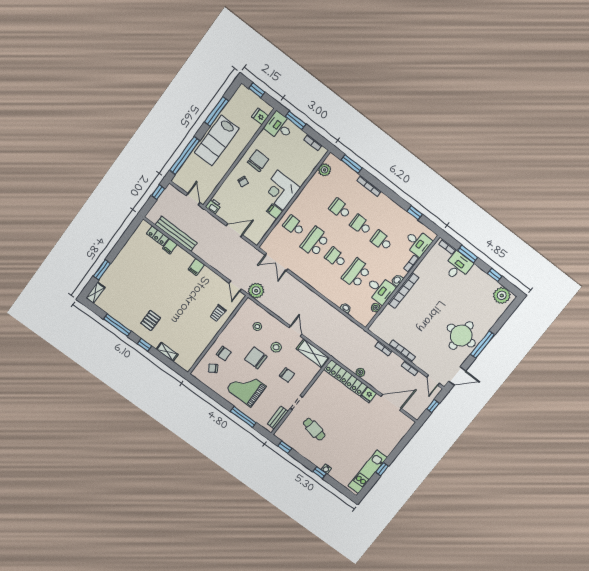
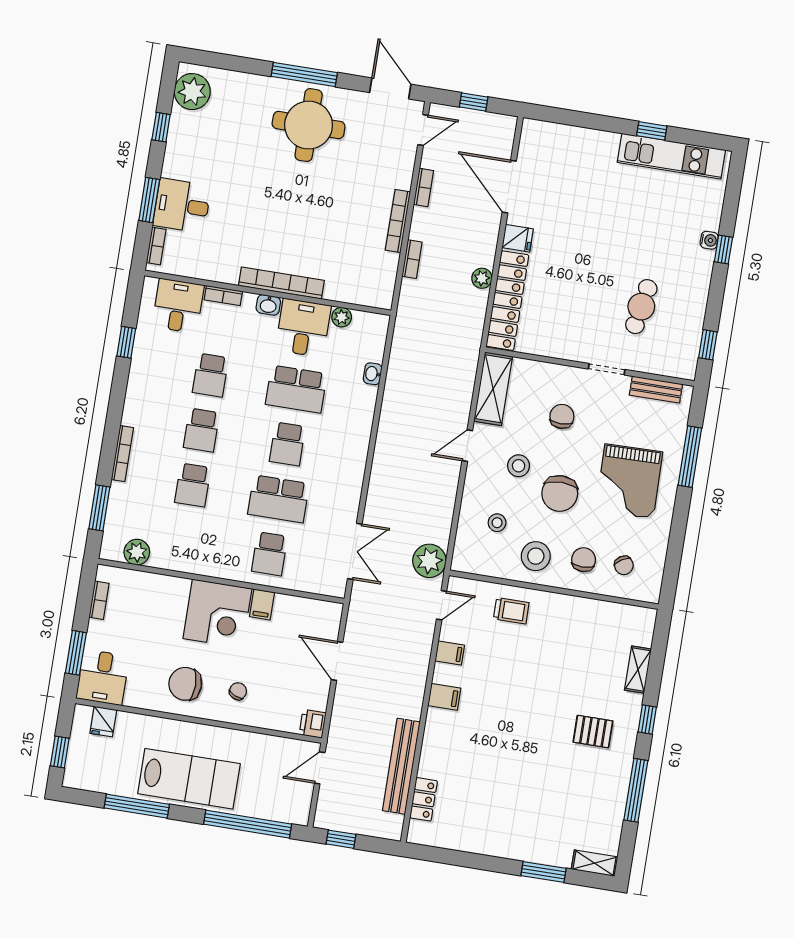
filing cabinet: (170, 246) -> (450, 653), moved
stool: (235, 335) -> (536, 556), added

